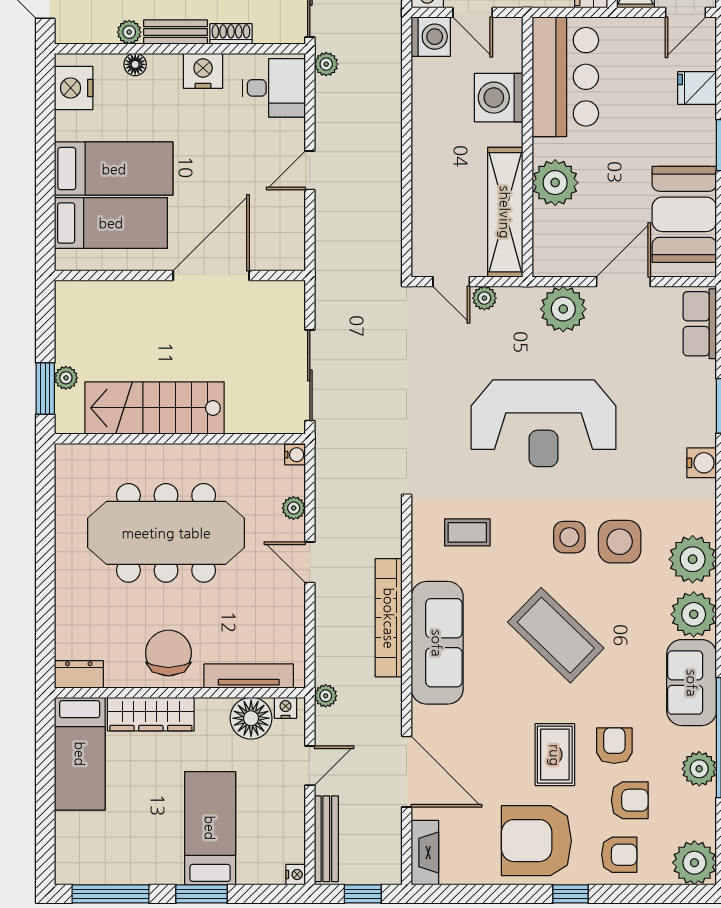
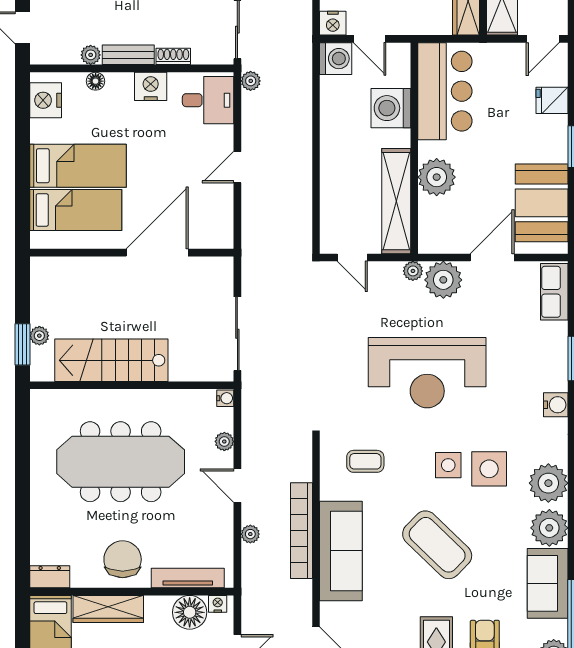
plant: (484, 298) -> (413, 271), moved
plant: (326, 696) -> (250, 534), moved

